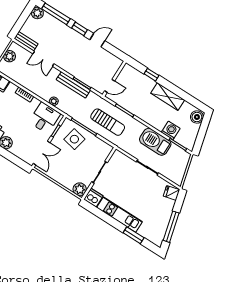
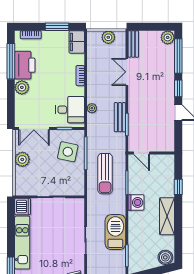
bench: (73, 85) -> (120, 117), width x0.73
washing machine: (171, 130) -> (136, 202), moved
plant: (80, 189) -> (22, 159), moved

